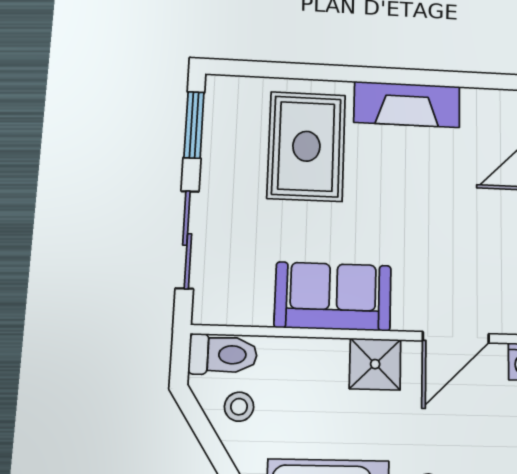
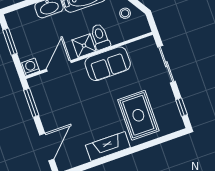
window: (194, 125) -> (181, 107), width x0.67
toilet: (223, 355) -> (100, 37), moved, turned 90

